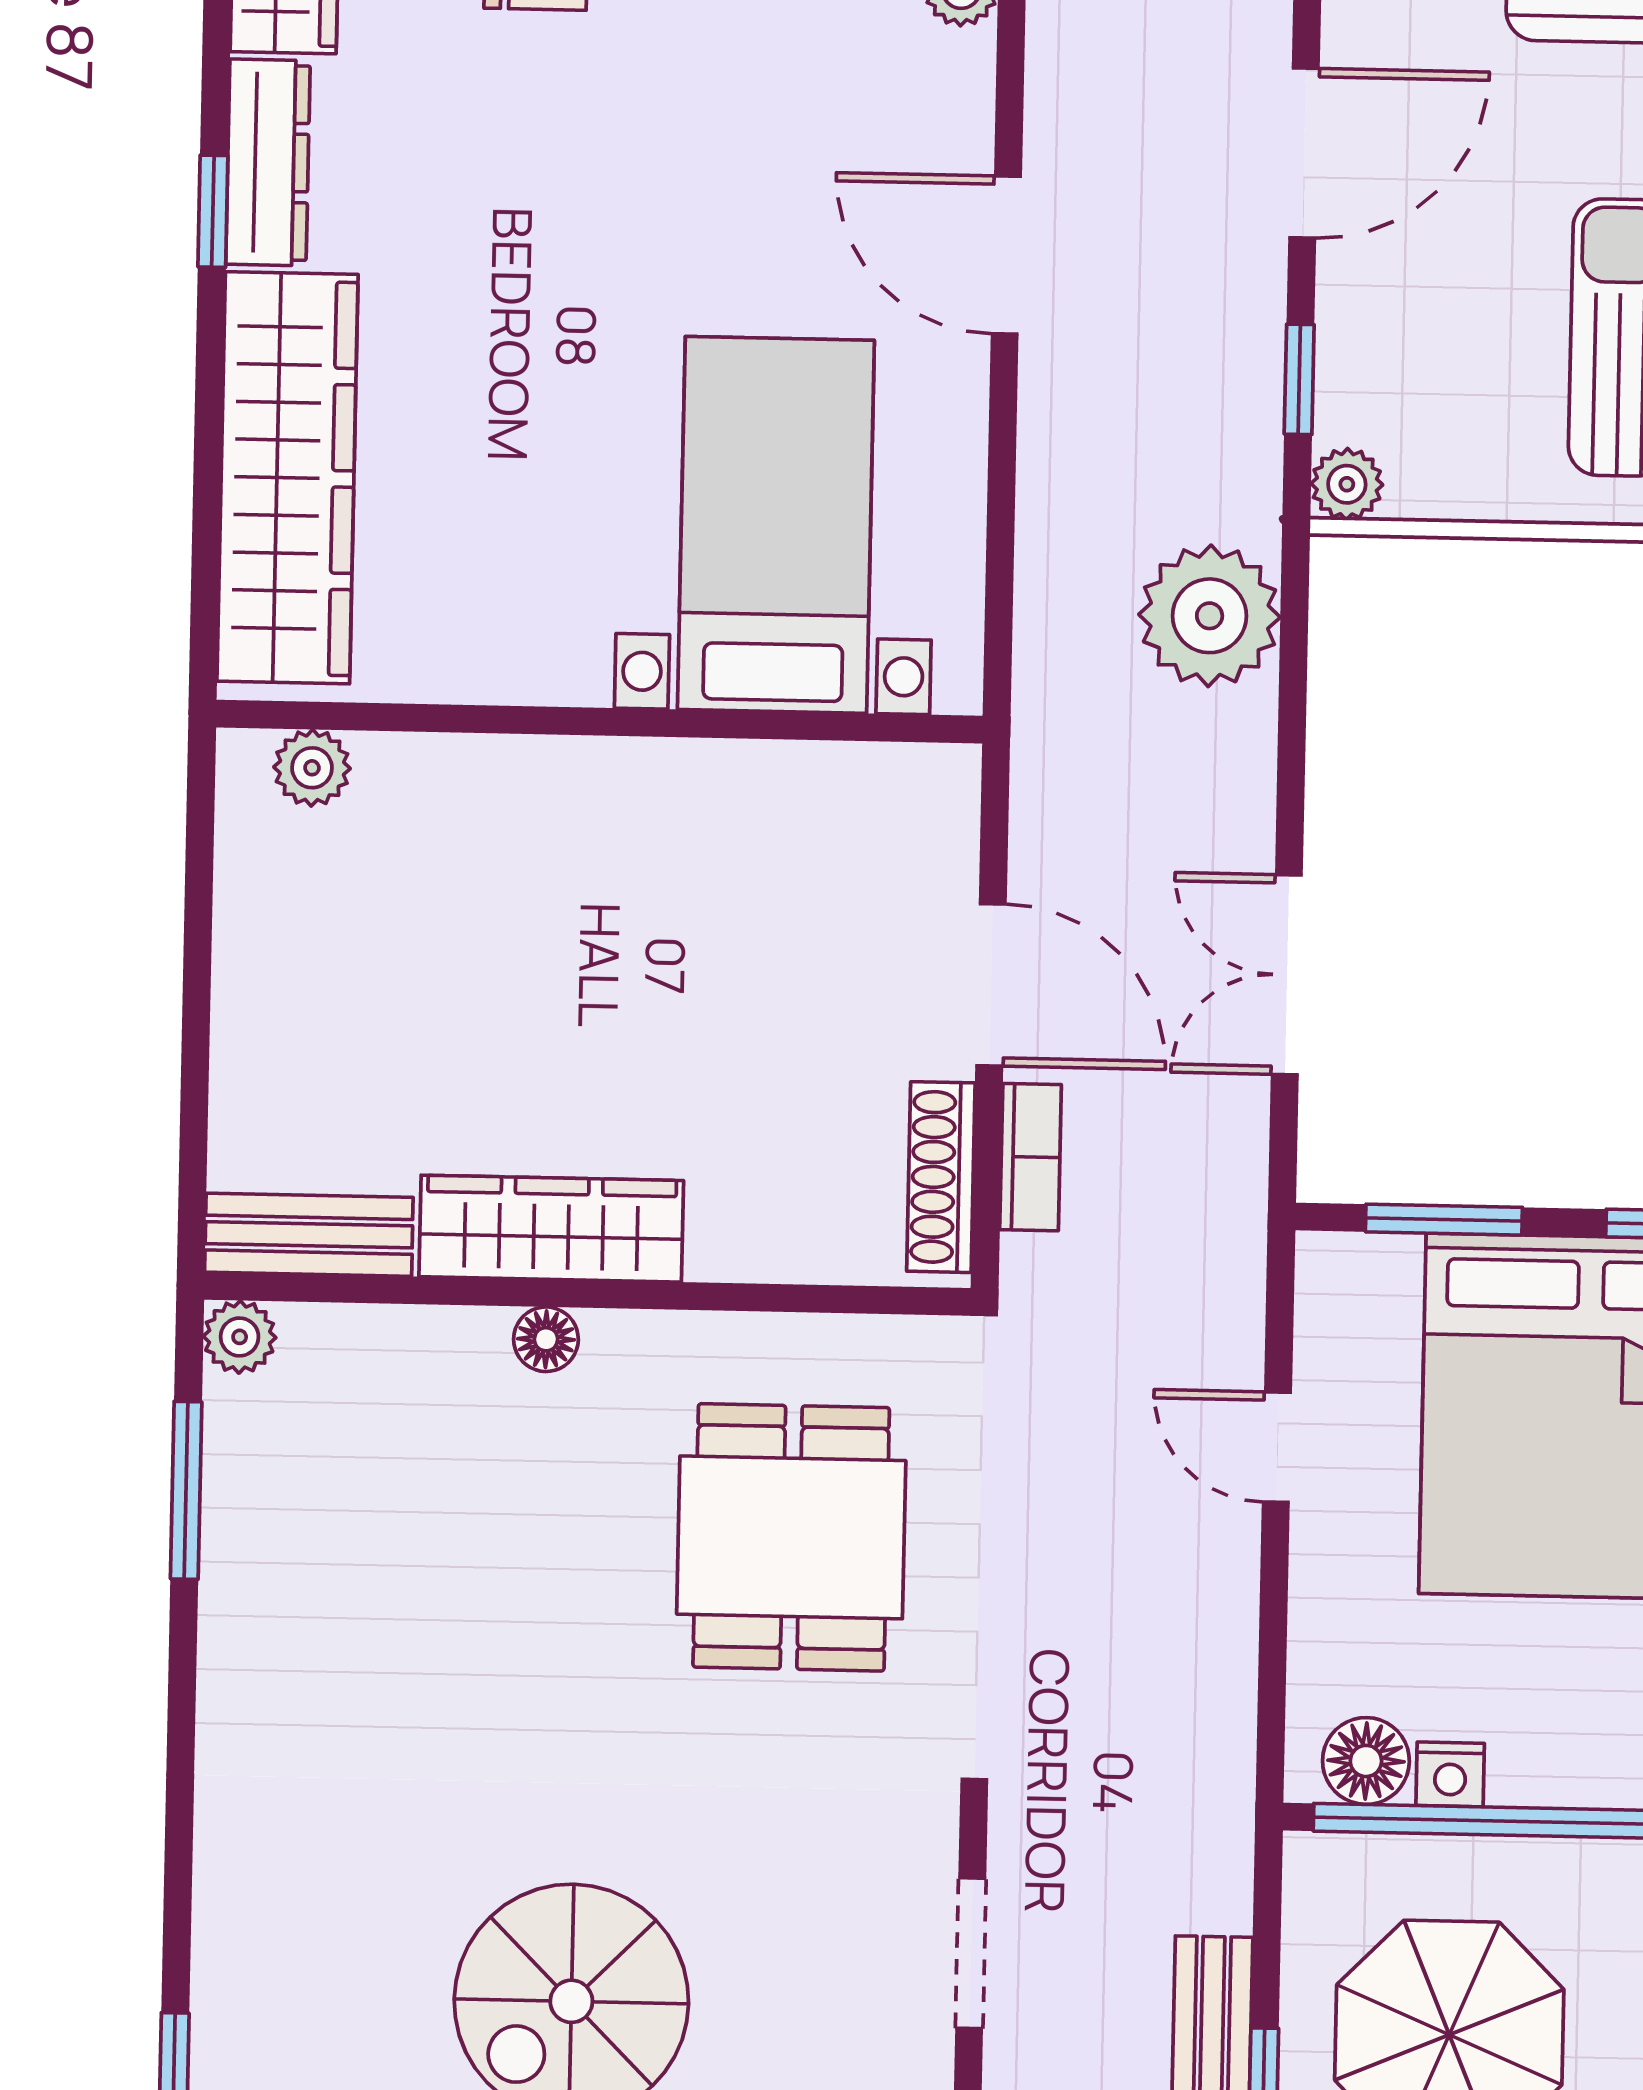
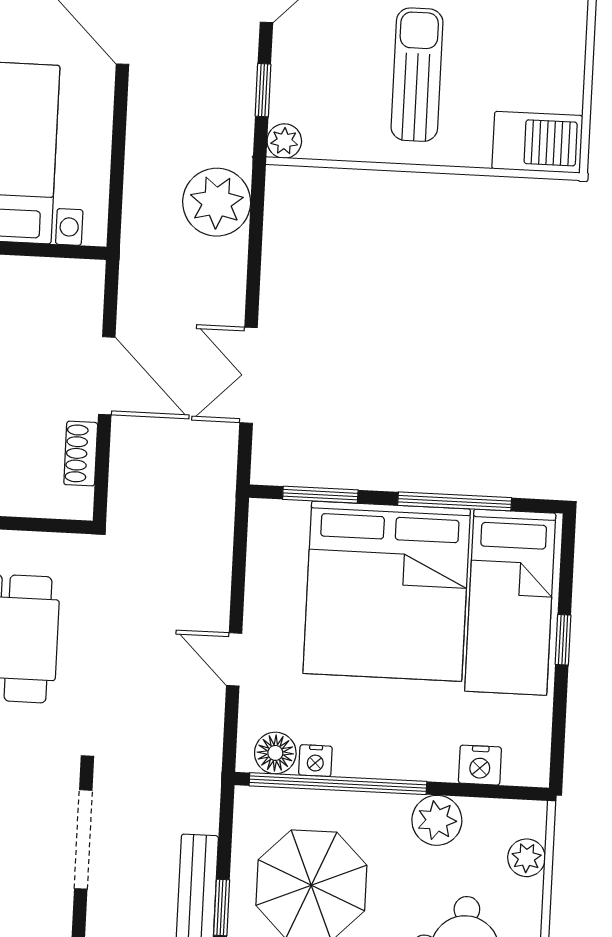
bookcase: (1031, 1157) -> (123, 459), removed
shoe rack: (941, 1177) -> (81, 454), width x0.70
door: (1277, 1447) -> (234, 659), moved
doorway: (971, 1953) -> (83, 839), width x1.38

